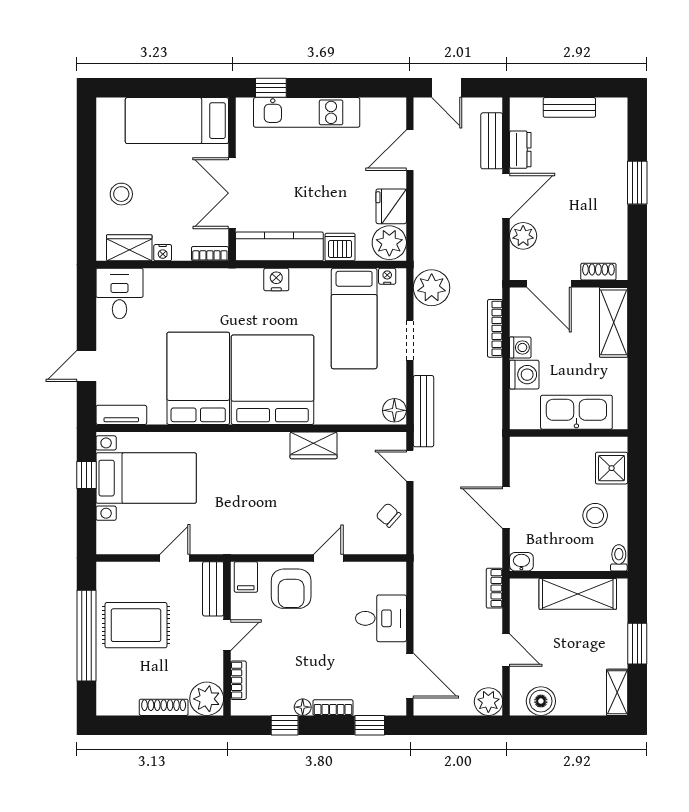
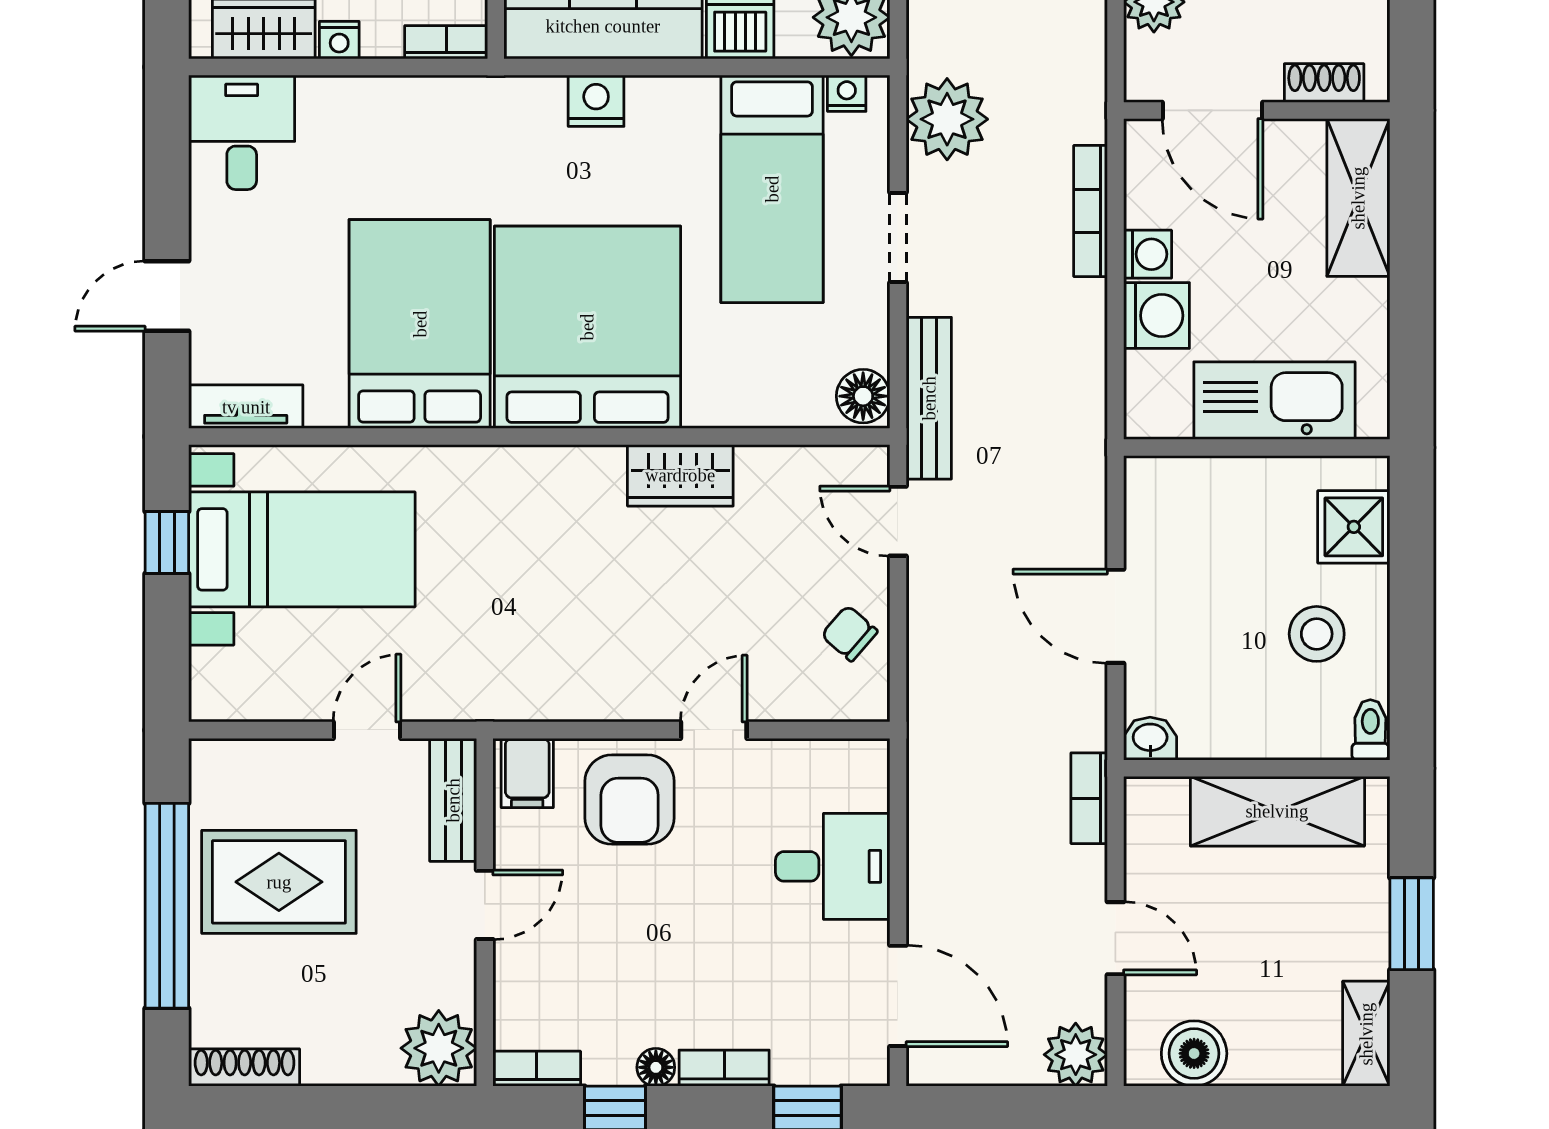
bookcase: (238, 680) -> (537, 1069), moved, turned -90
shoe rack: (164, 707) -> (245, 1068), moved

